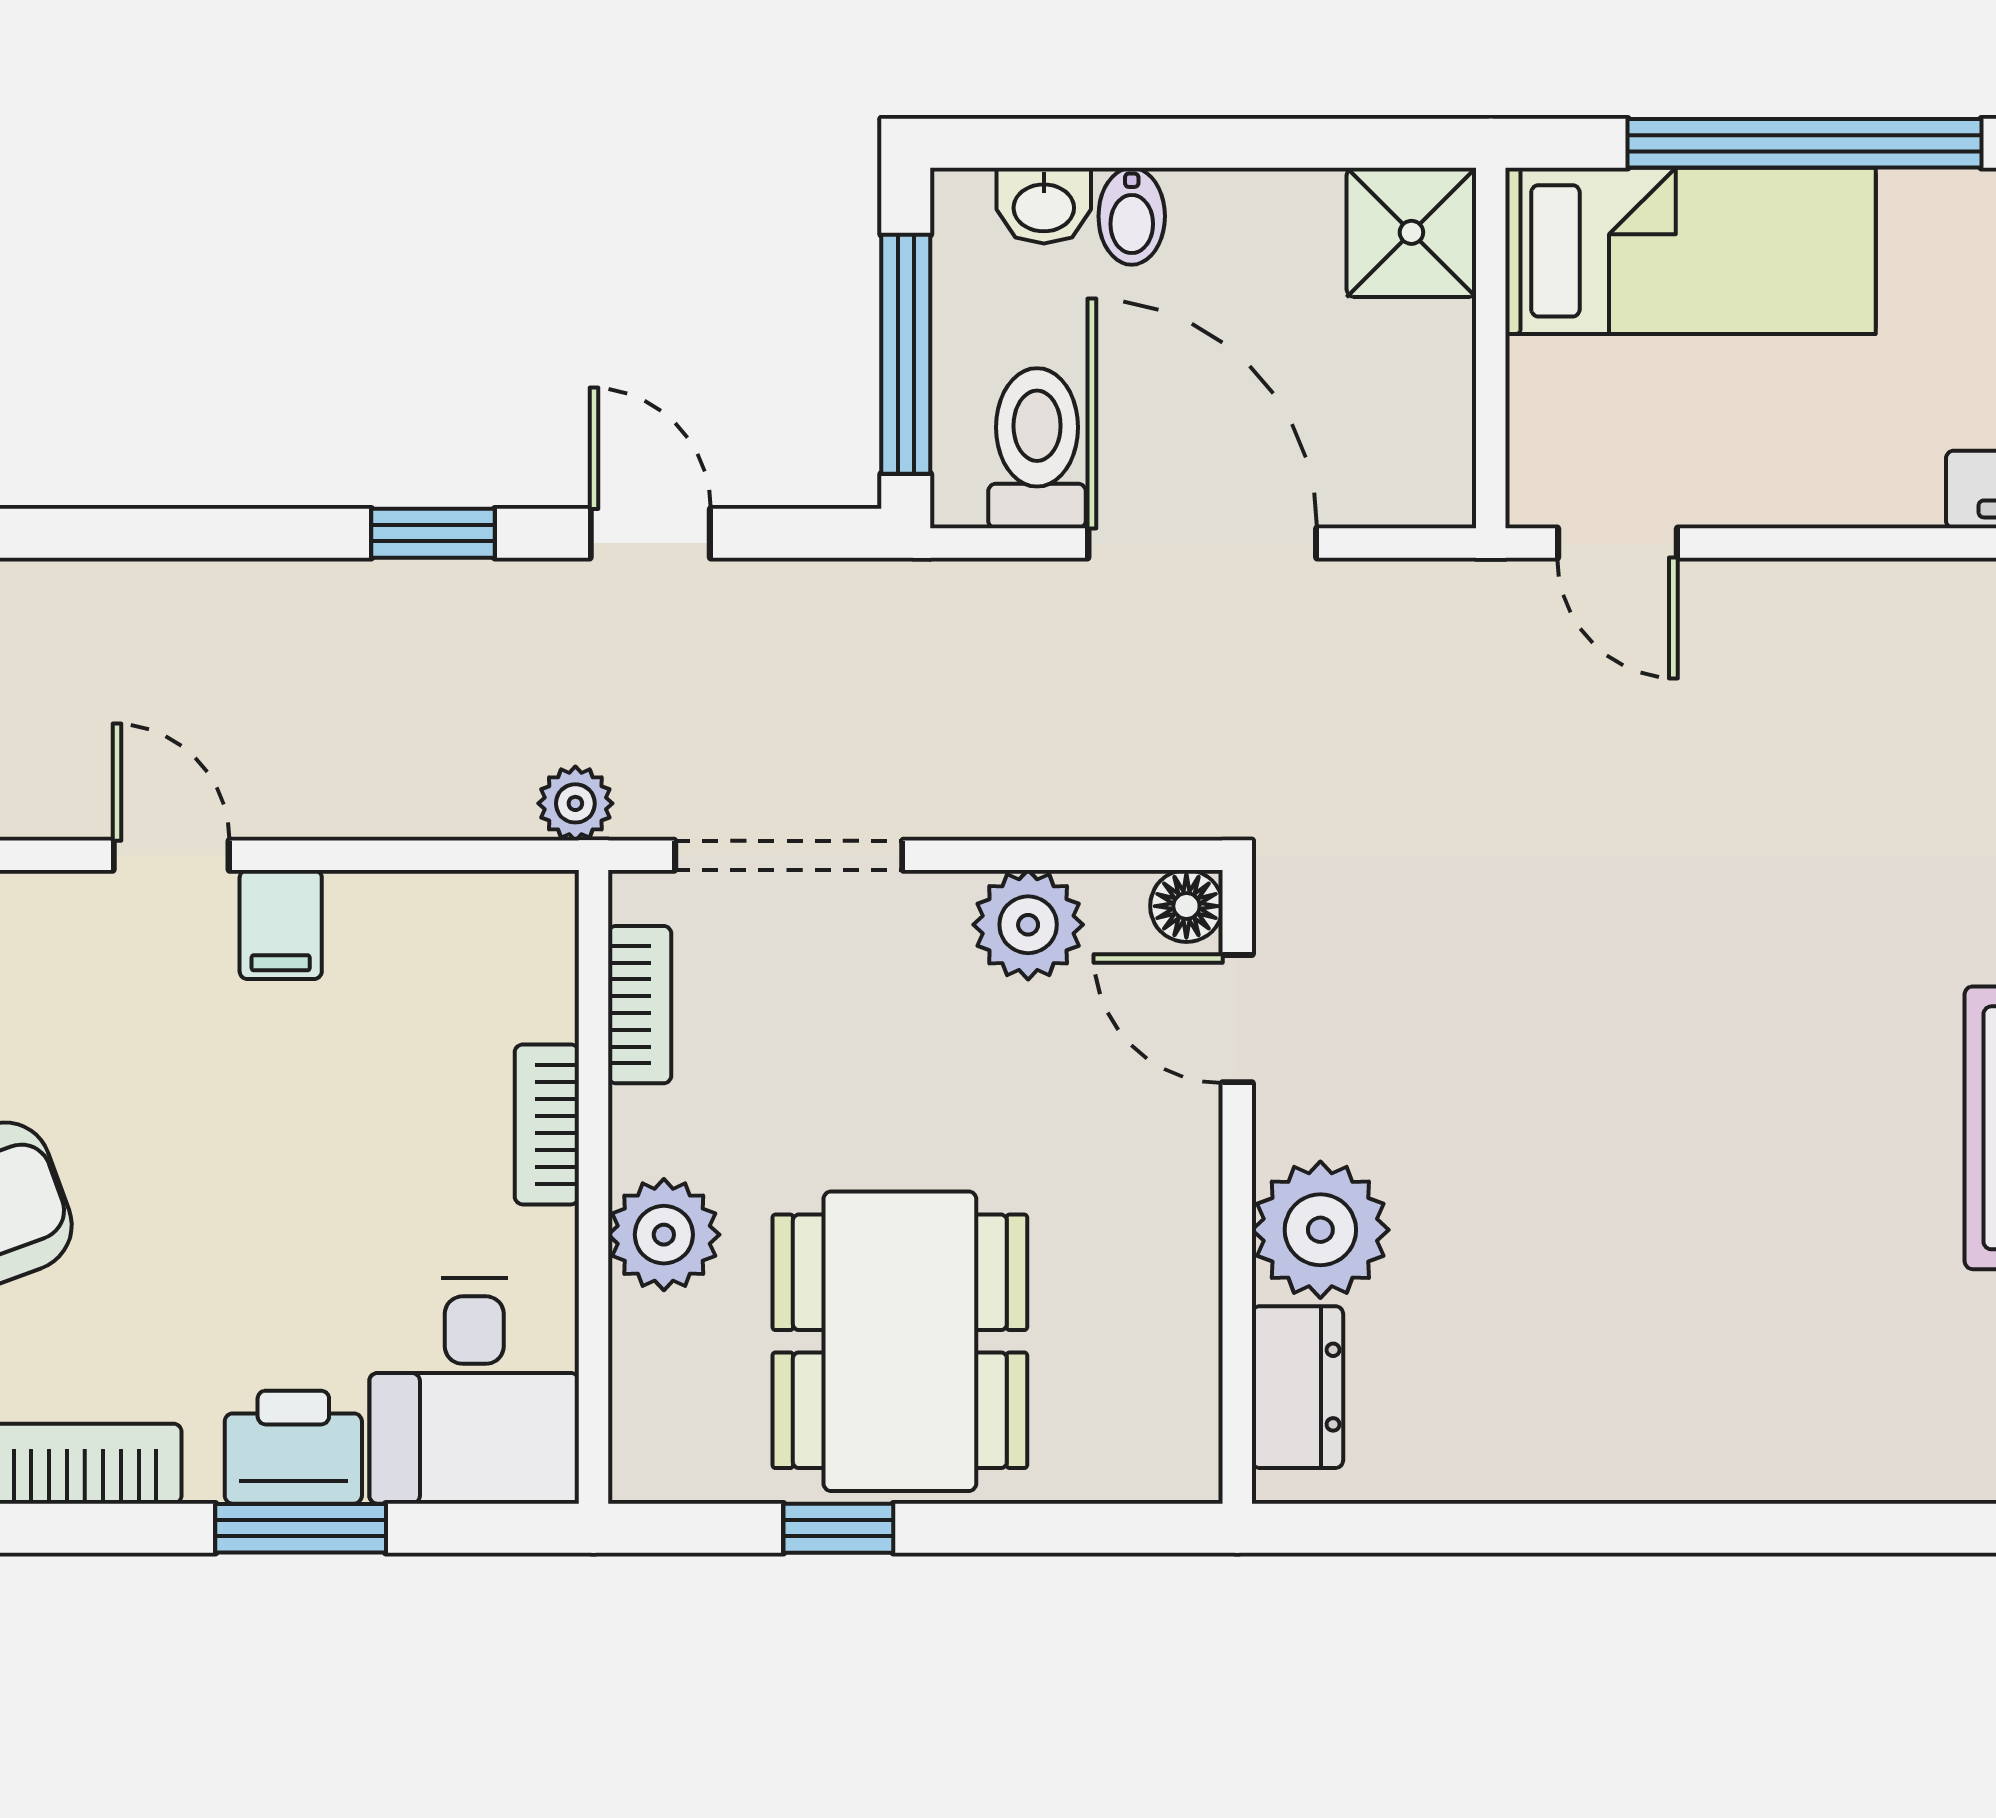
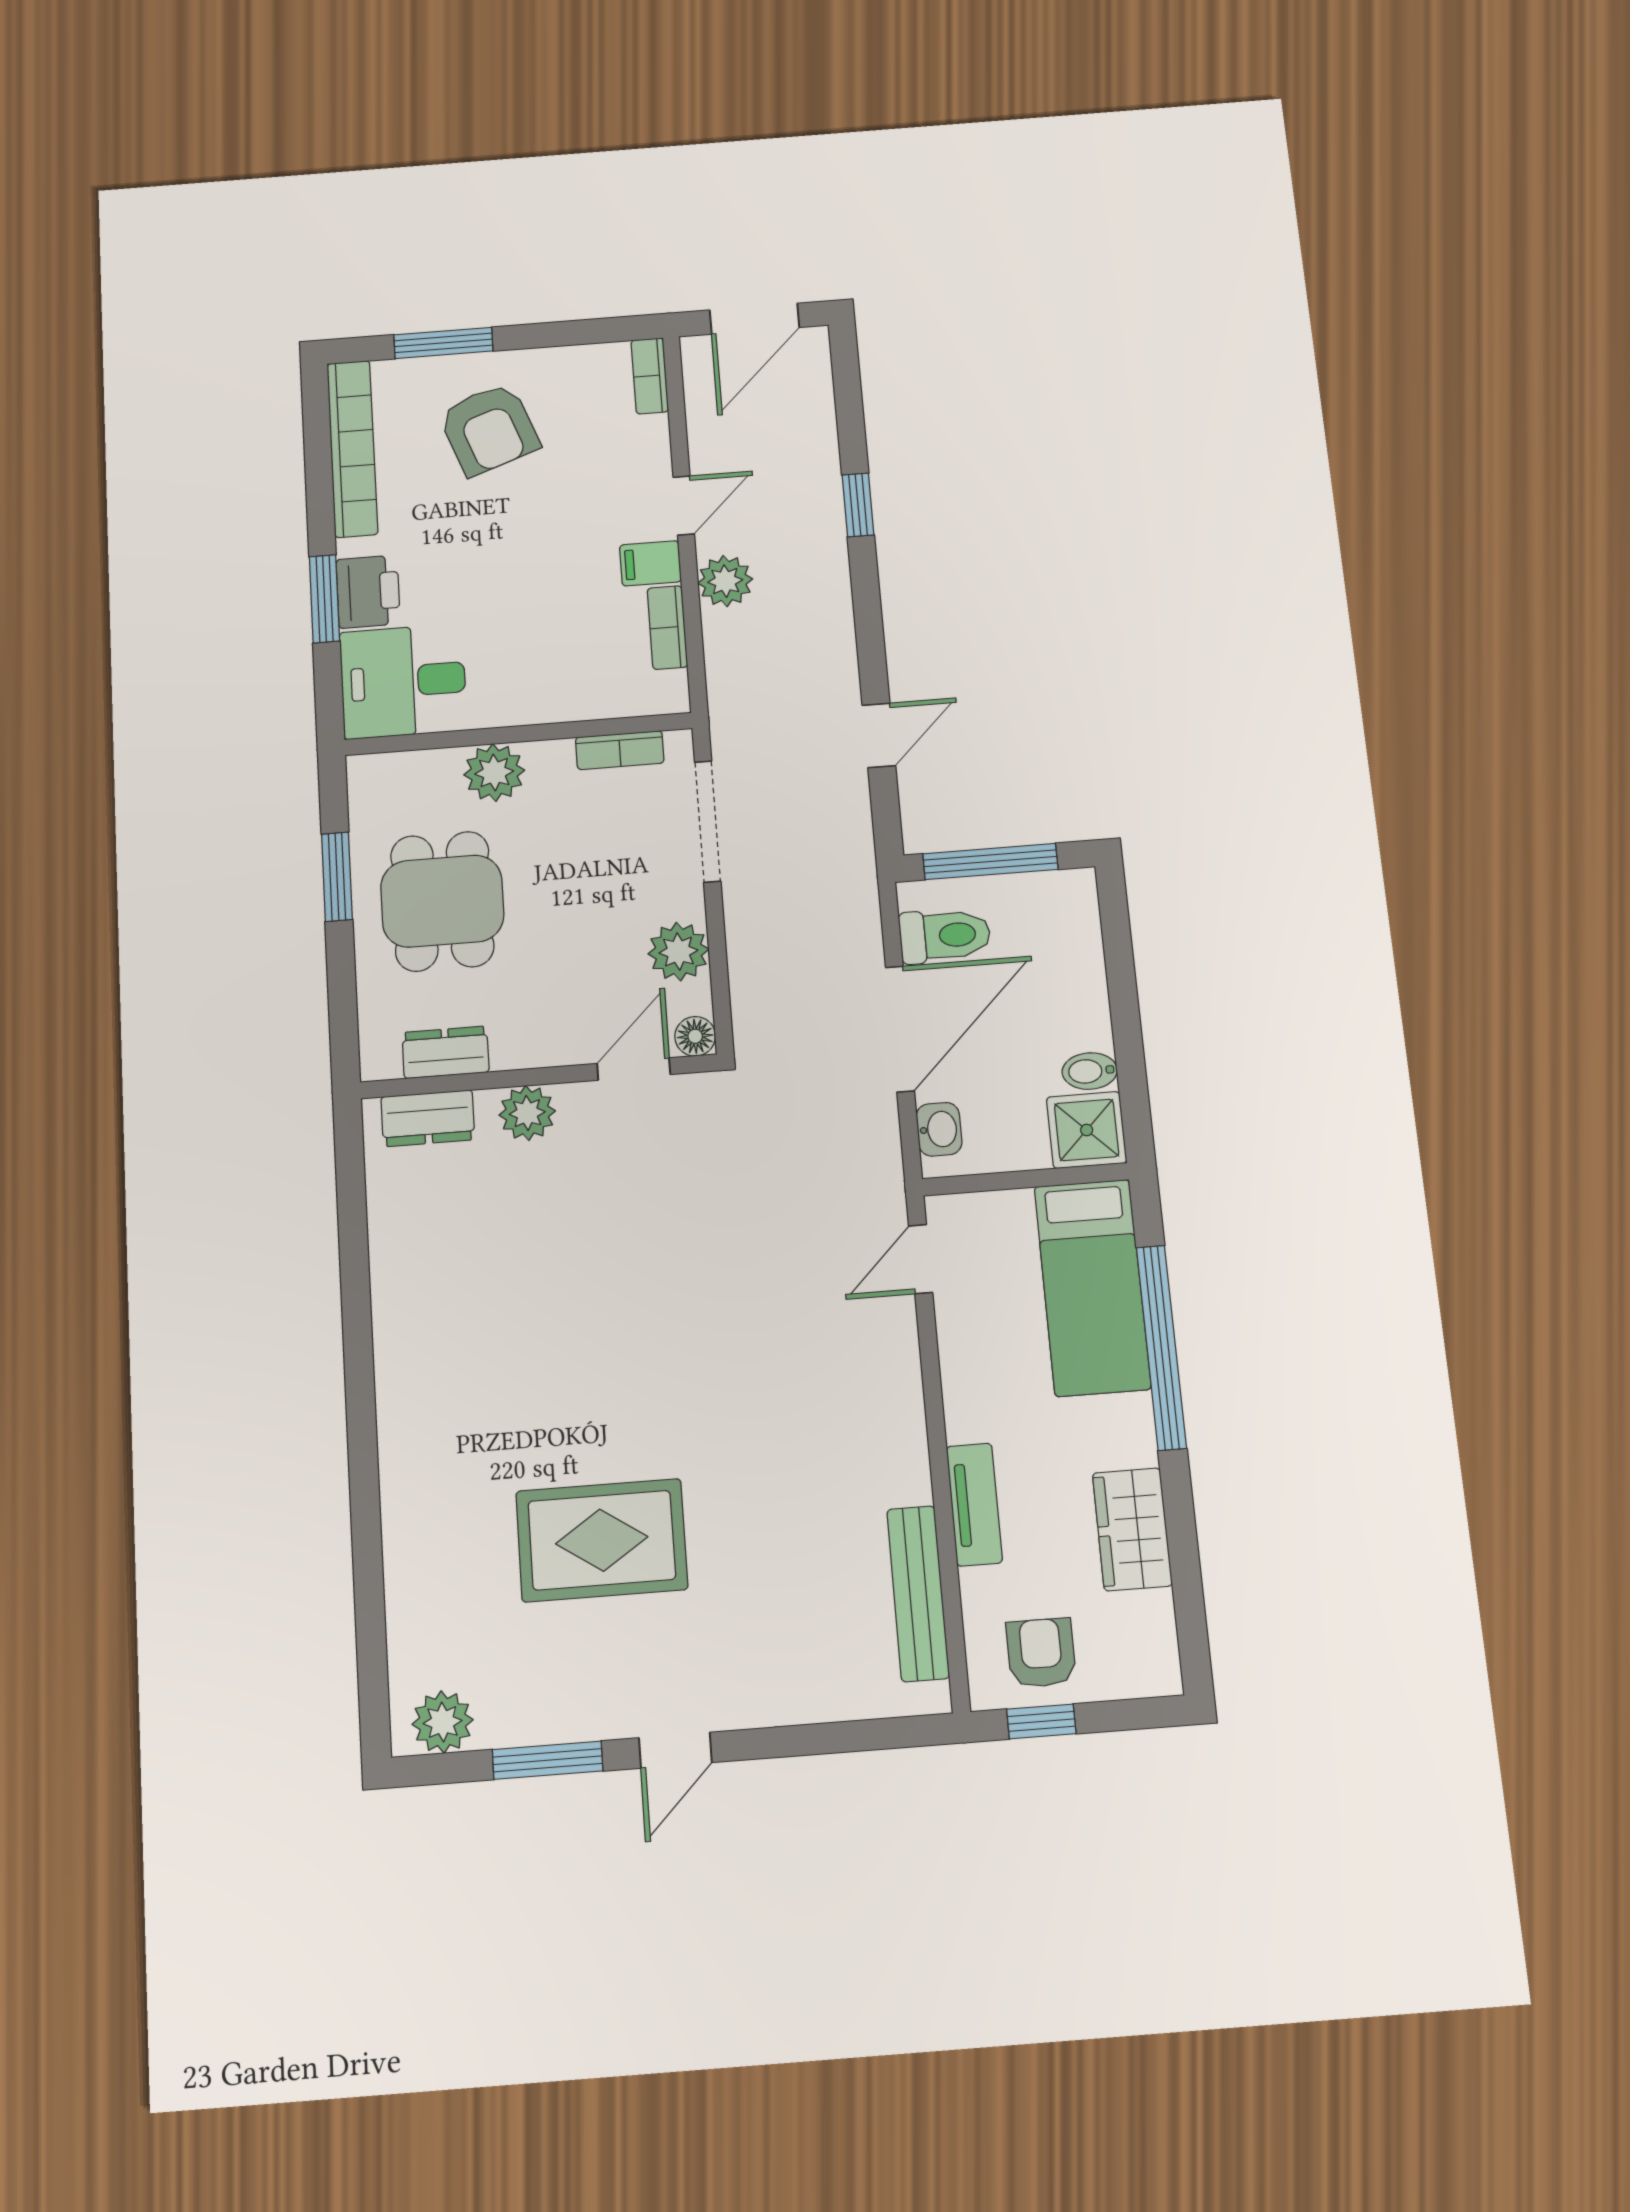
washbasin: (1044, 206) -> (939, 1129), moved, turned 180
bidet: (1132, 216) -> (1090, 1071), moved
window: (433, 533) -> (858, 505), moved
plant: (575, 803) -> (725, 581), moved, width x1.38, depth x1.38
bookcase: (547, 1124) -> (667, 628), moved, turned -90
plant: (1320, 1230) -> (527, 1113), width x0.73, depth x0.73
dining table: (900, 1341) -> (442, 901), width x0.73
dresser: (1180, 1350) -> (446, 1052), added
window: (838, 1528) -> (337, 877), width x1.50

